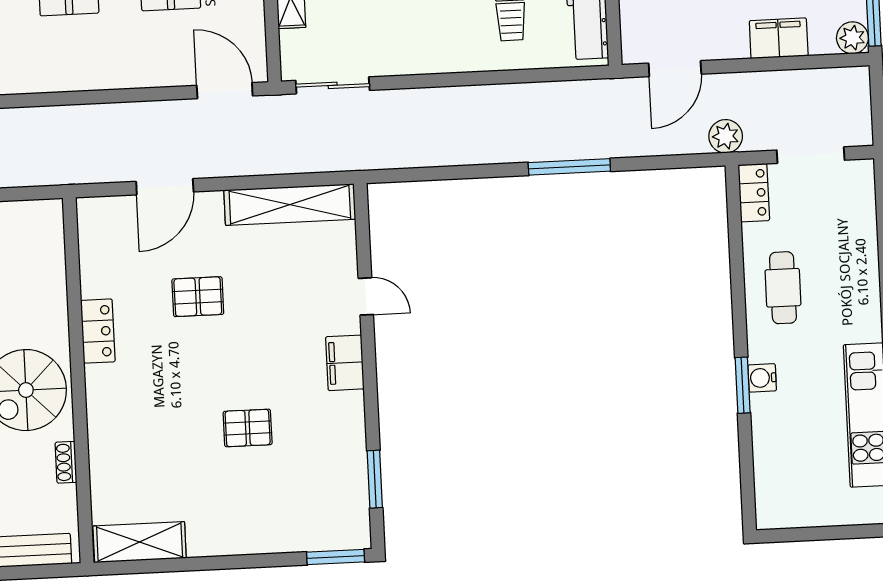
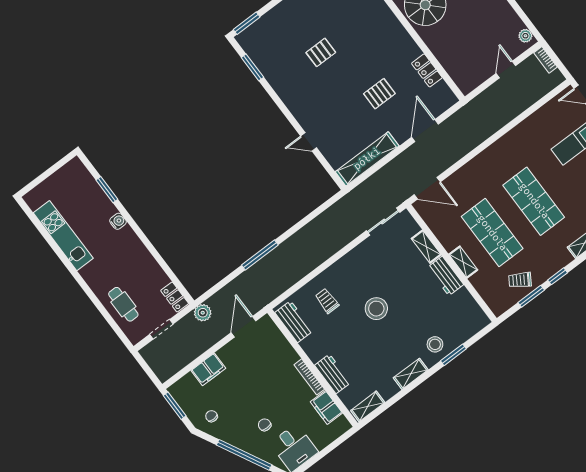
plant: (852, 38) -> (177, 391), removed
doorway: (811, 155) -> (161, 329), width x0.73
cafe table: (783, 288) -> (123, 304), moved
locker: (98, 331) -> (427, 70), moved
filing cabinet: (345, 363) -> (298, 108), removed
window: (743, 385) -> (107, 190), moved

